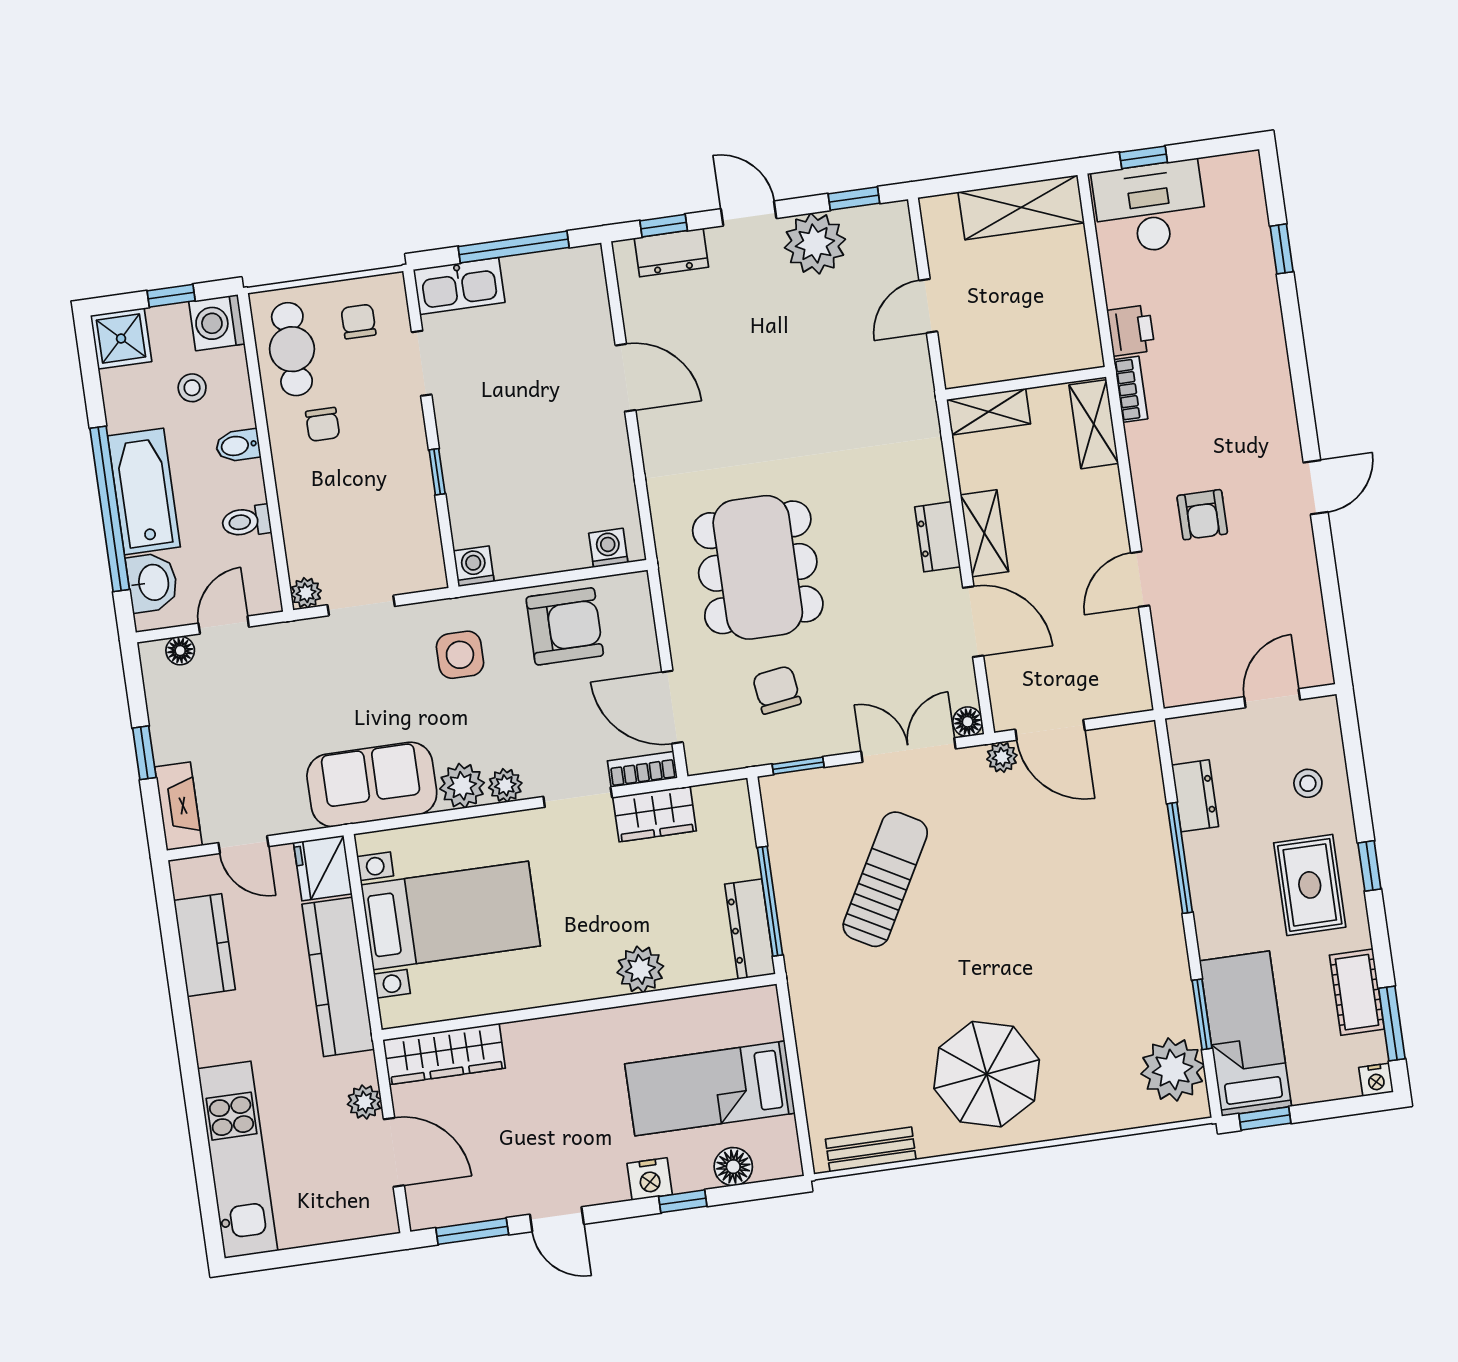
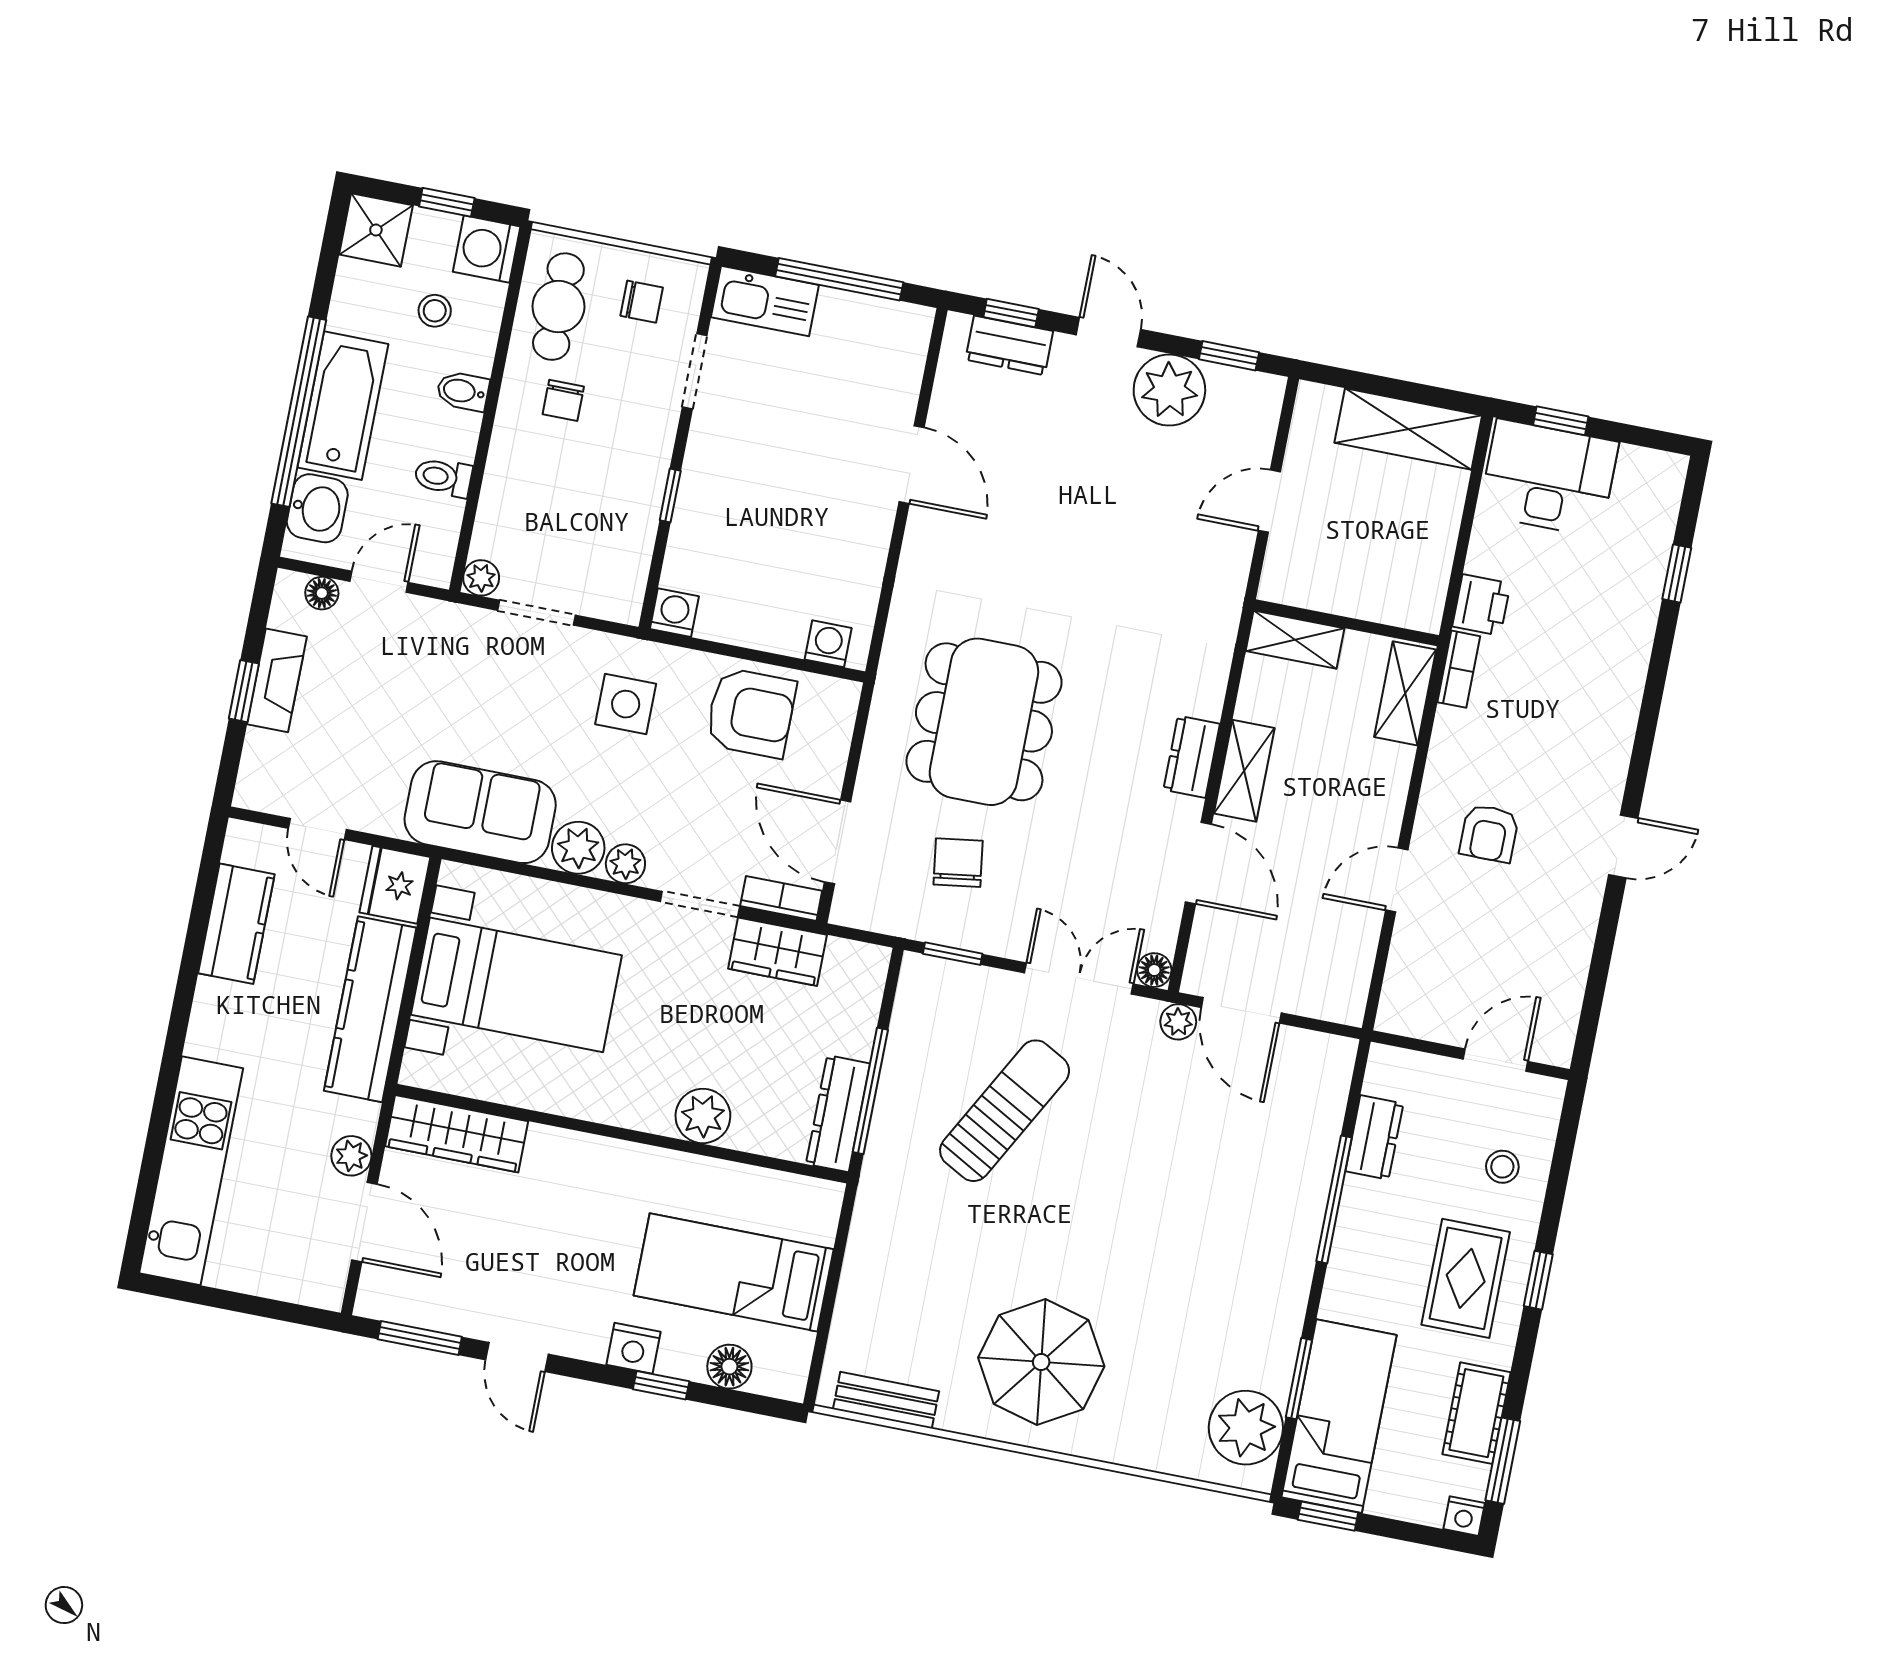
chair: (358, 321) -> (642, 302), turned 90
fireplace: (178, 806) -> (277, 680), moved

